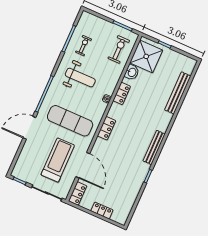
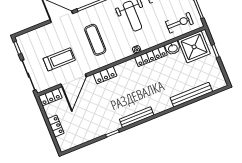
locker: (122, 93) -> (151, 56), width x1.53
exercise mat: (70, 121) -> (95, 40), width x0.73, depth x0.69
locker: (107, 128) -> (105, 75), moved
treadmill: (58, 160) -> (59, 59), width x0.73, depth x0.73

